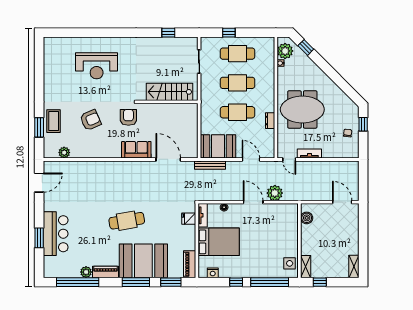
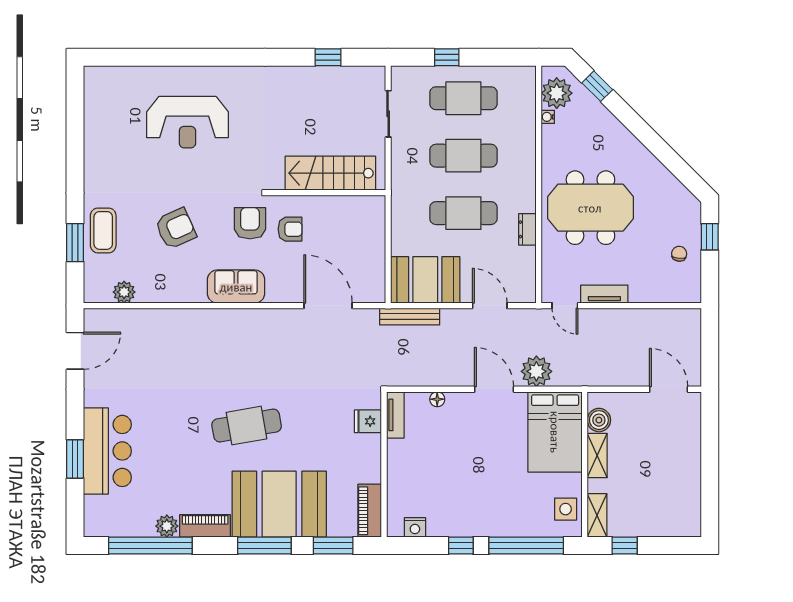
armchair: (149, 120) -> (290, 229), added
sofa: (136, 150) -> (236, 287), moved
bed: (219, 242) -> (555, 432), moved, turned 90
shelving: (354, 266) -> (597, 456), moved

